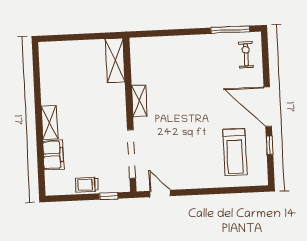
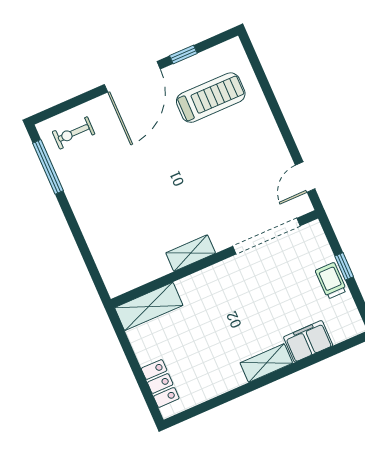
locker: (62, 49) -> (160, 383), added
trolley: (87, 185) -> (331, 281), turned 180
window: (109, 196) -> (344, 266), moved

